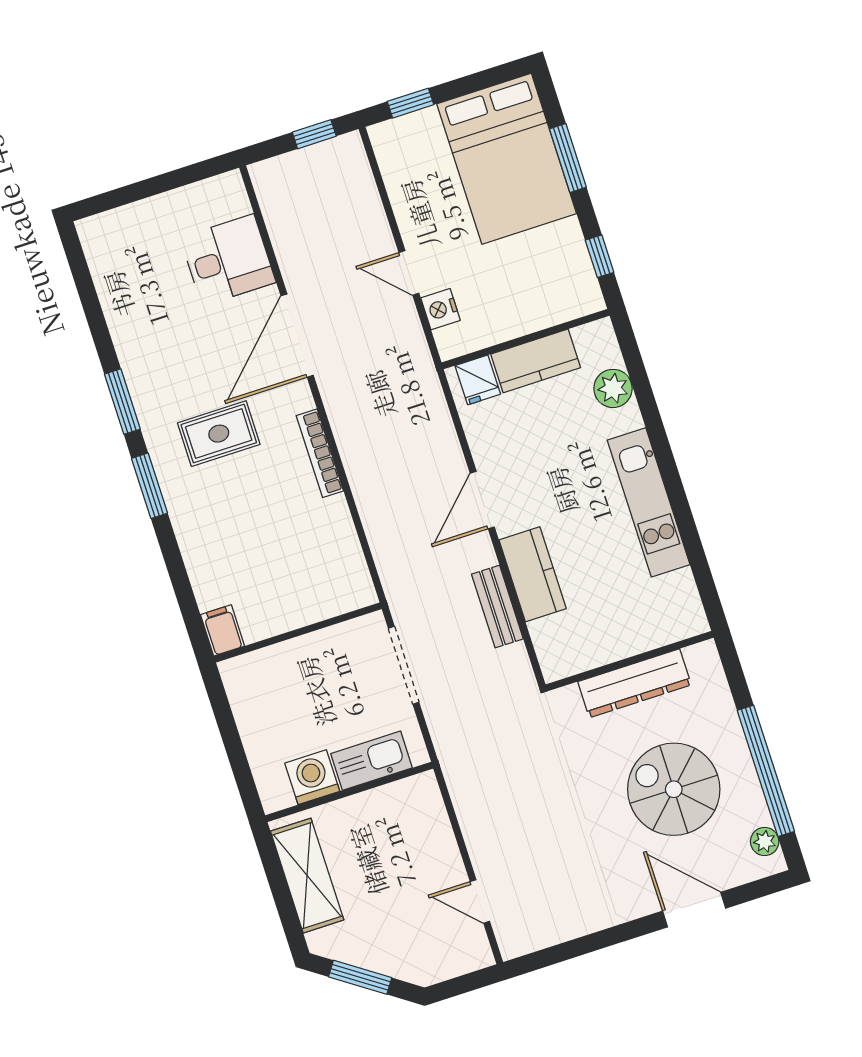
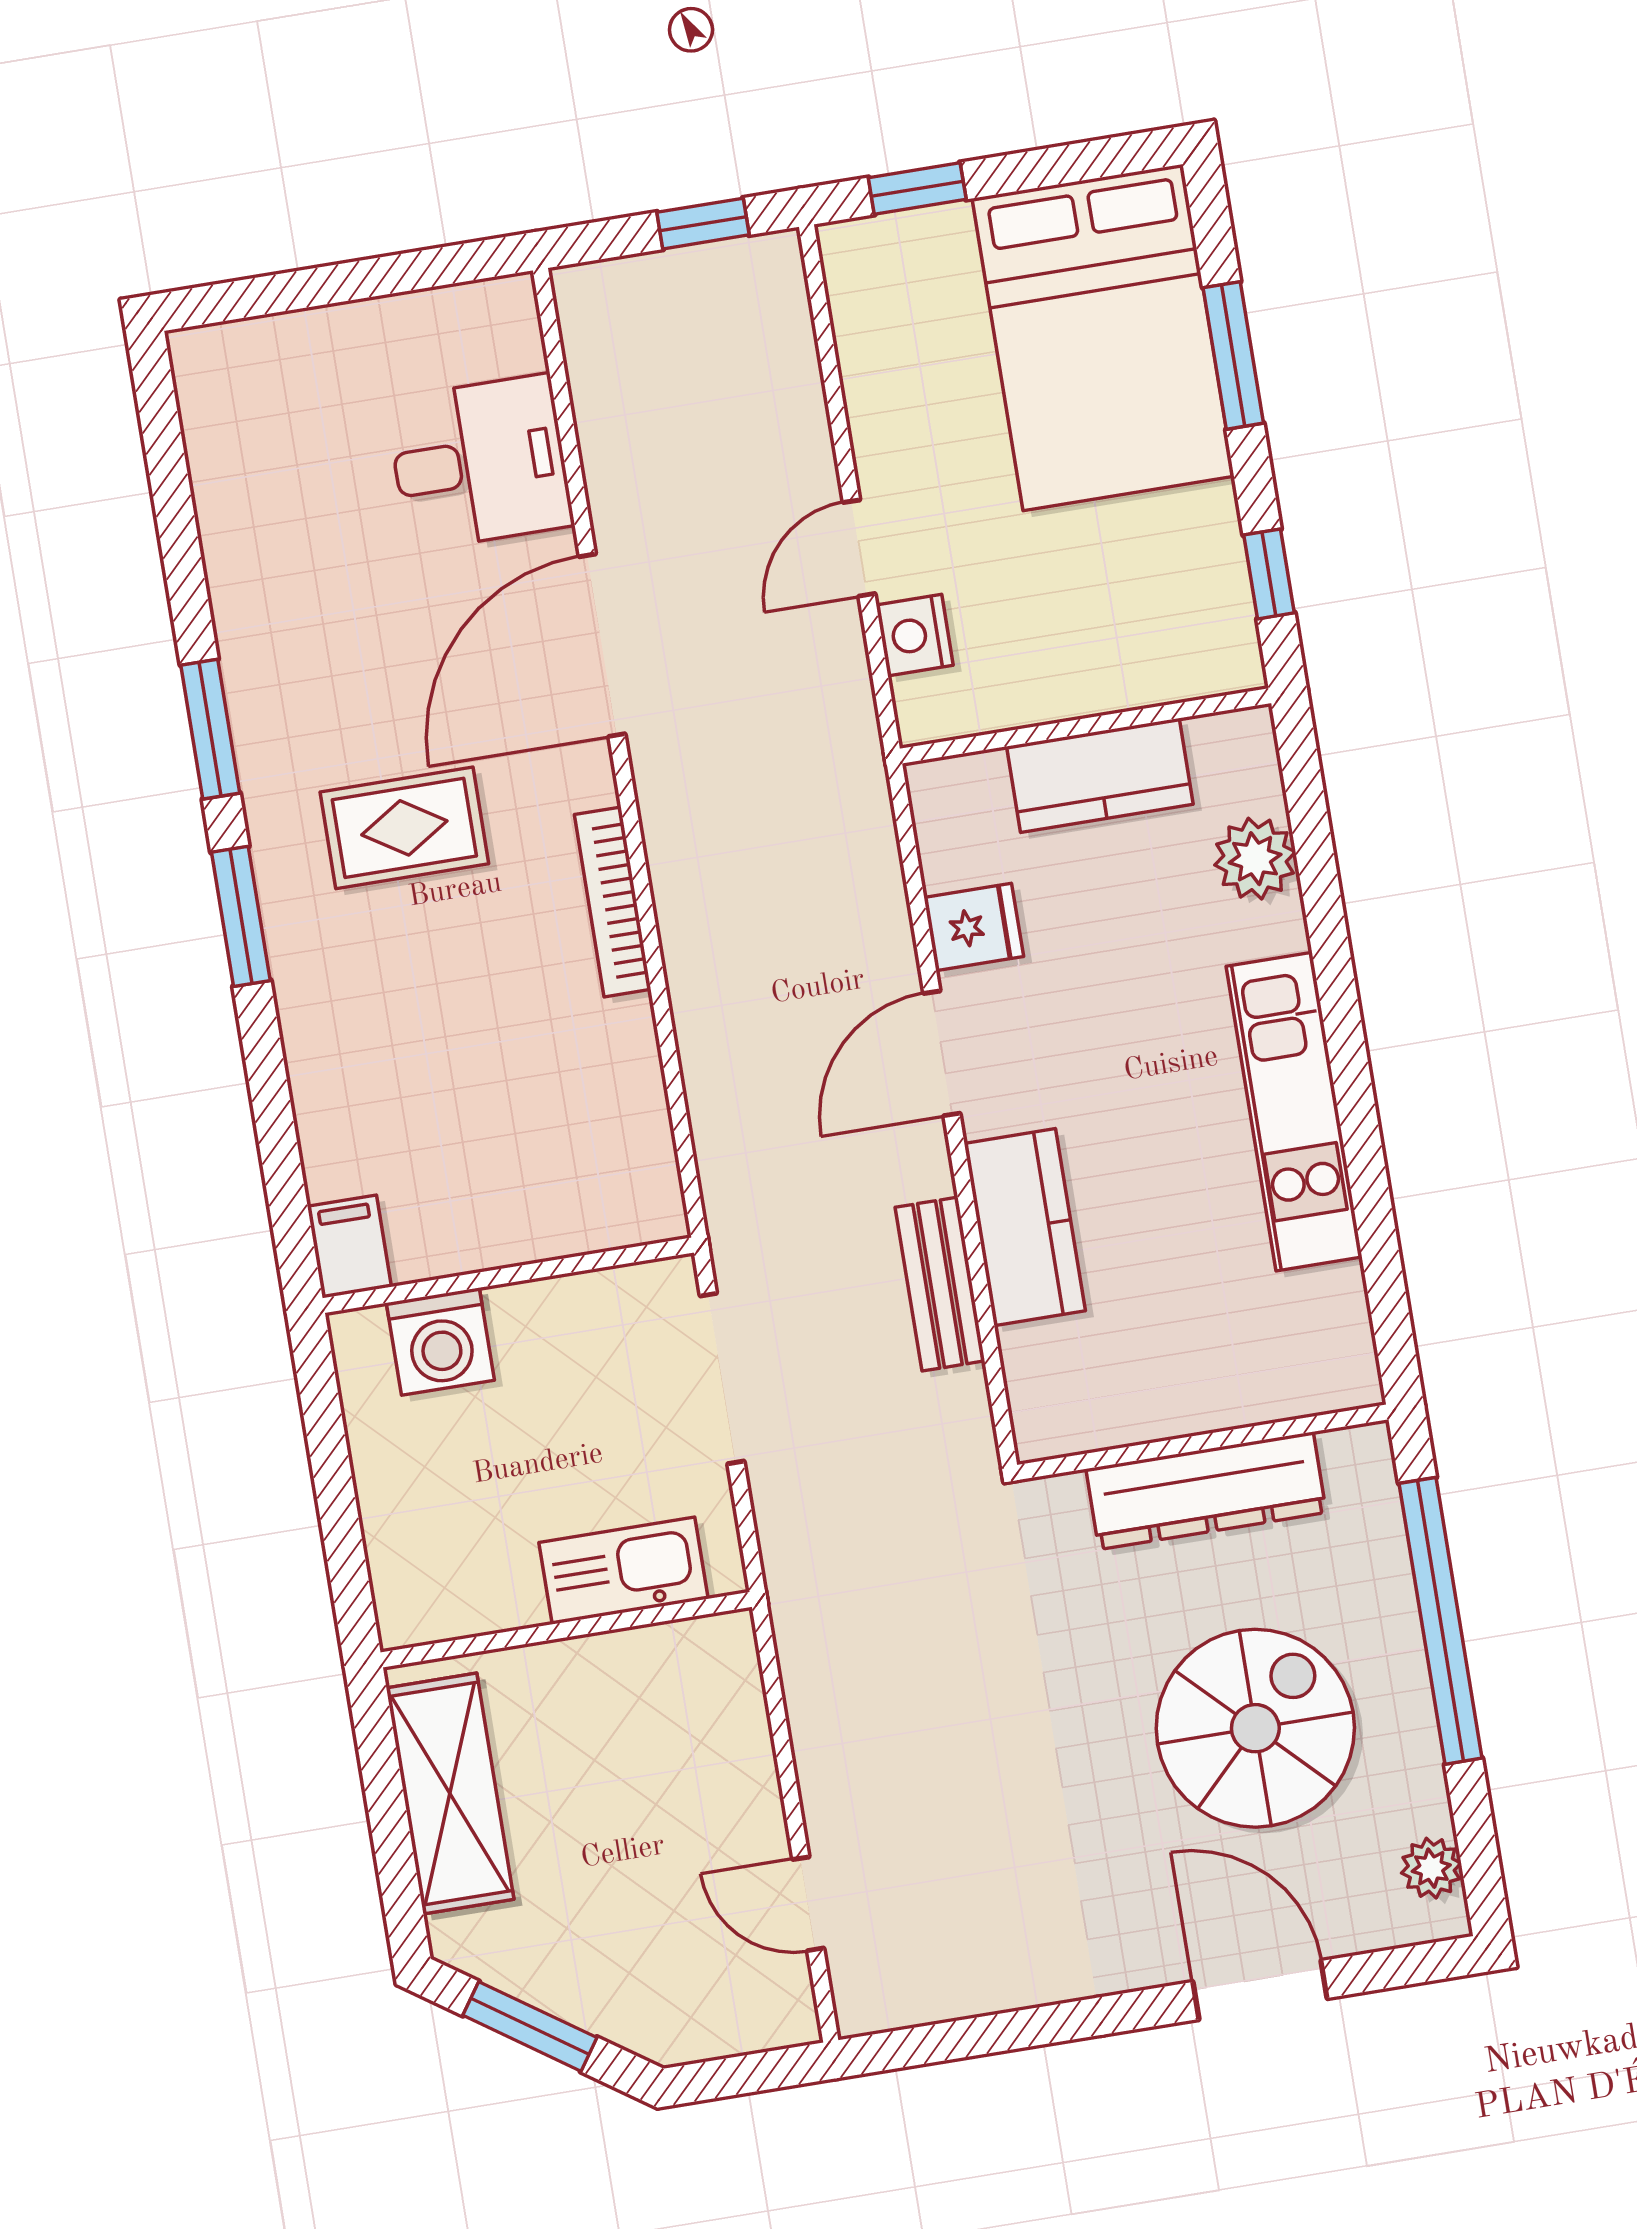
door: (409, 273) -> (859, 548), hinge flipped
fridge: (478, 380) -> (974, 927), moved, turned -90
window: (766, 771) -> (1440, 1621), moved
washing machine: (312, 777) -> (440, 1342), moved, turned 180
spiral stairs: (674, 789) -> (1255, 1728), turned 90

